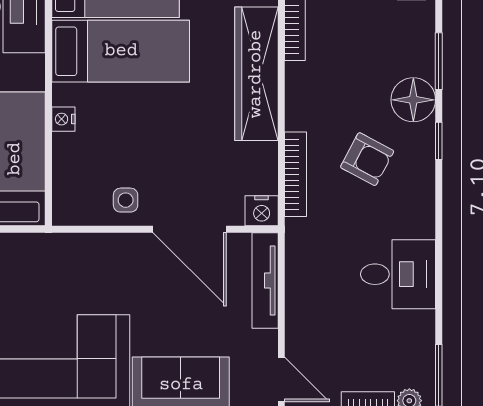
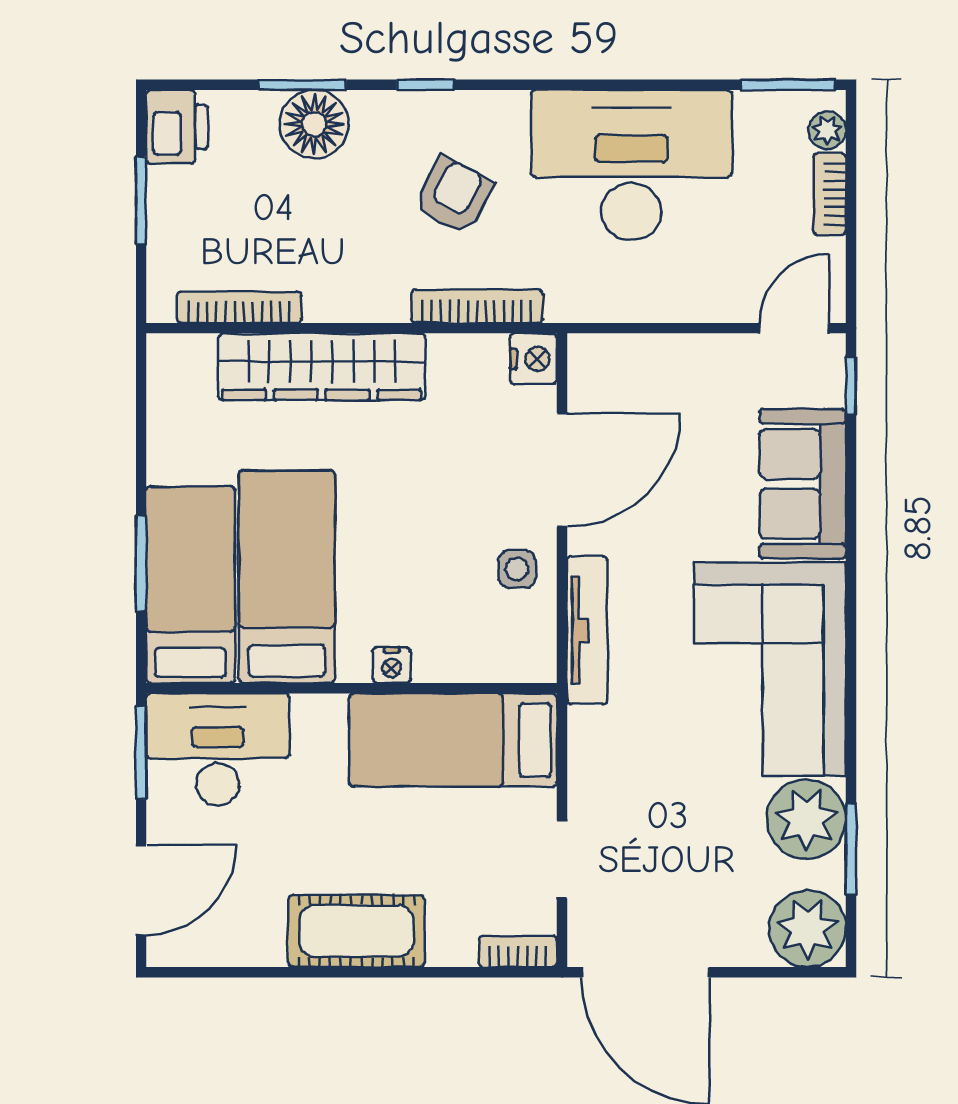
floor lamp: (413, 100) -> (314, 124), moved
desk: (398, 274) -> (631, 165), width x1.87, depth x1.30
tv unit: (265, 281) -> (587, 630), moved, turned -90

